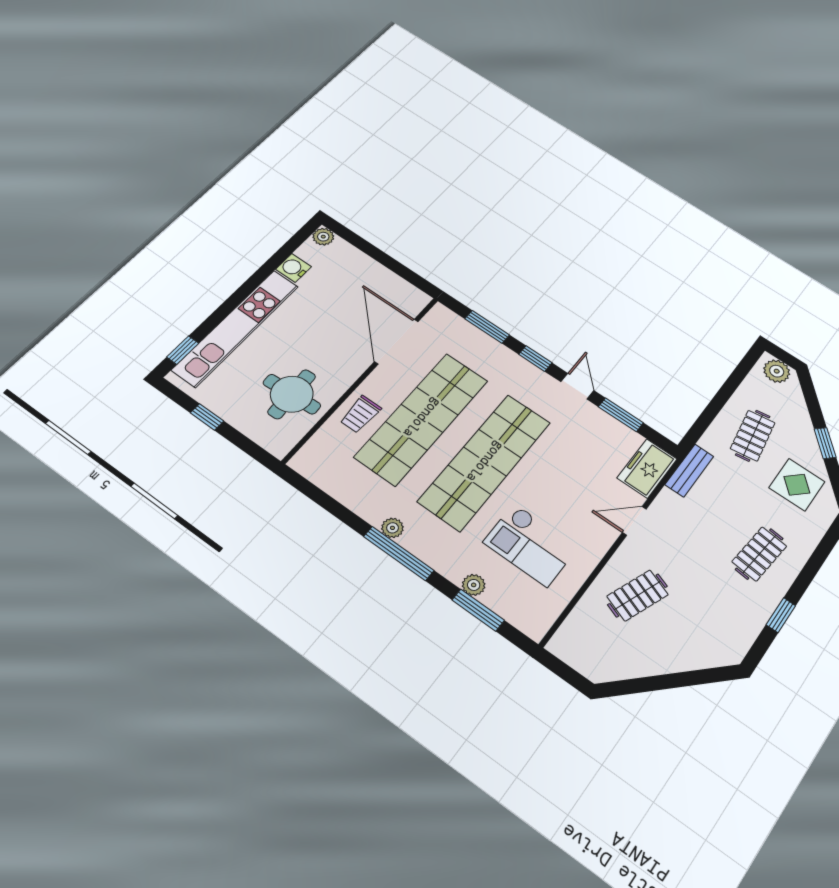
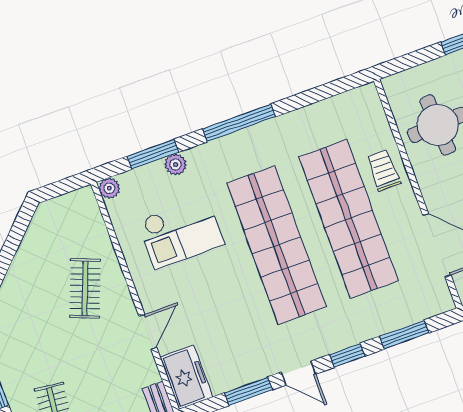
plant: (392, 528) -> (109, 188), moved
checkout: (530, 545) -> (181, 233), turned 180

